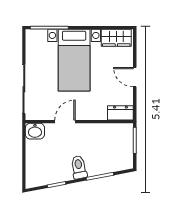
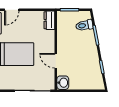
door: (135, 77) -> (12, 10), moved
toilet: (79, 167) -> (84, 25), moved

